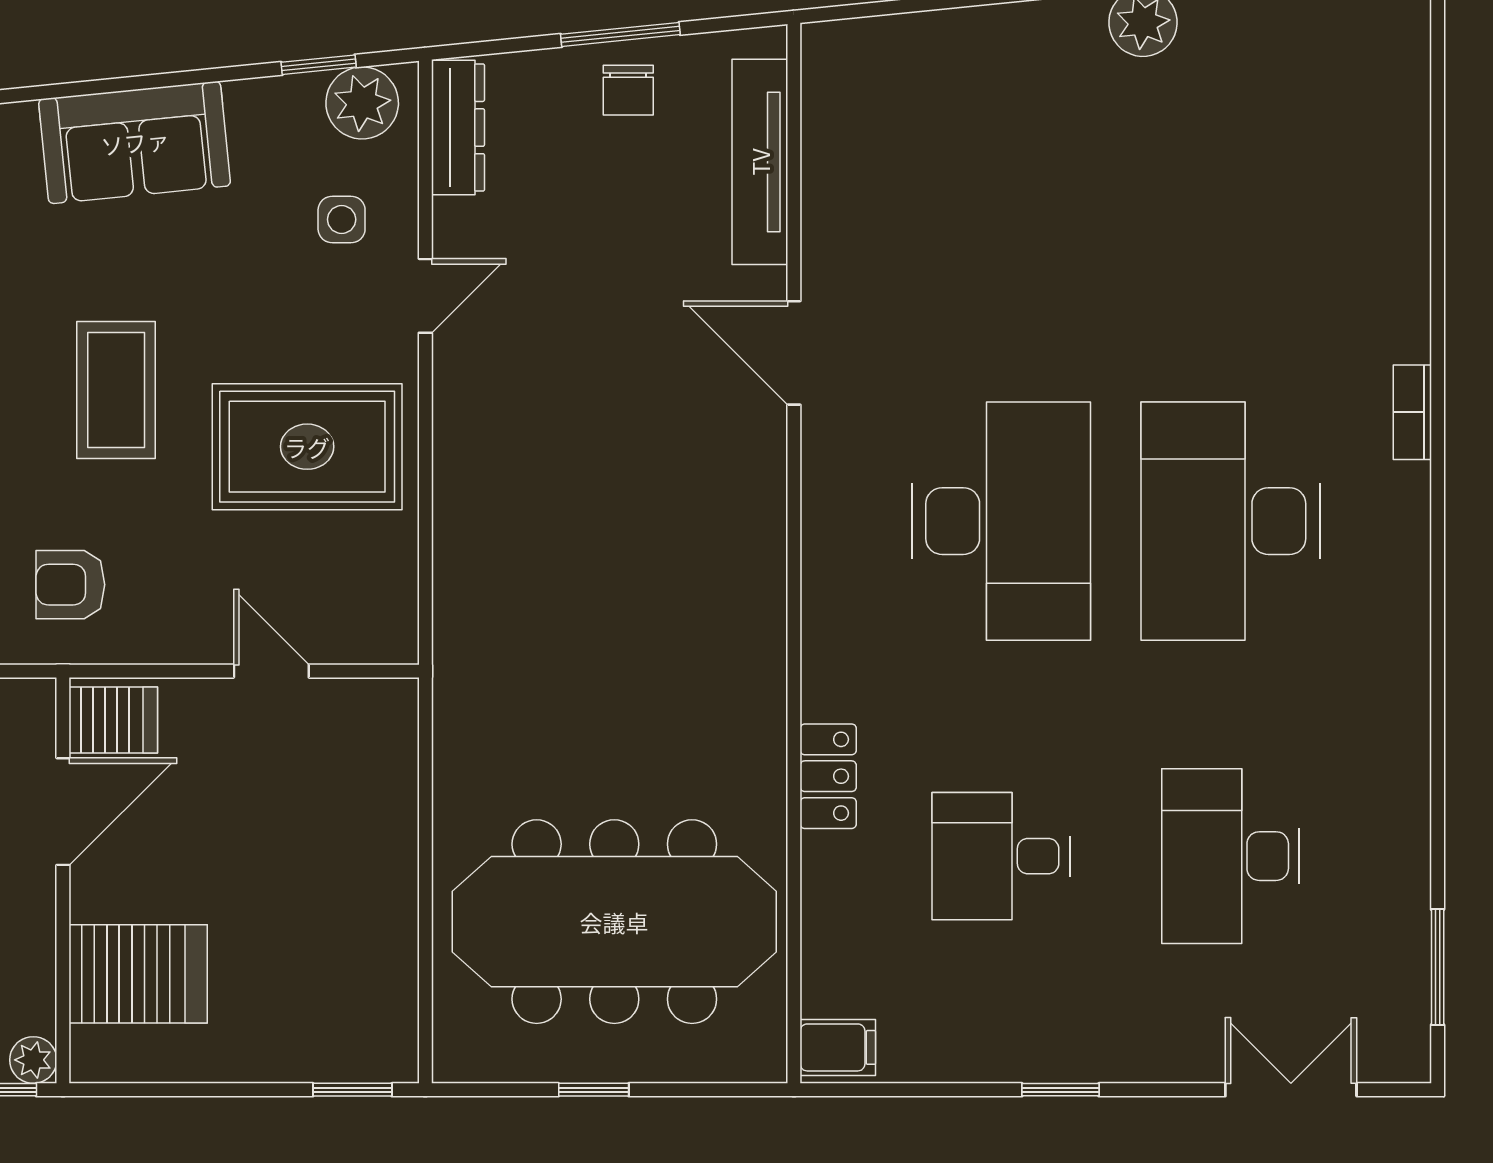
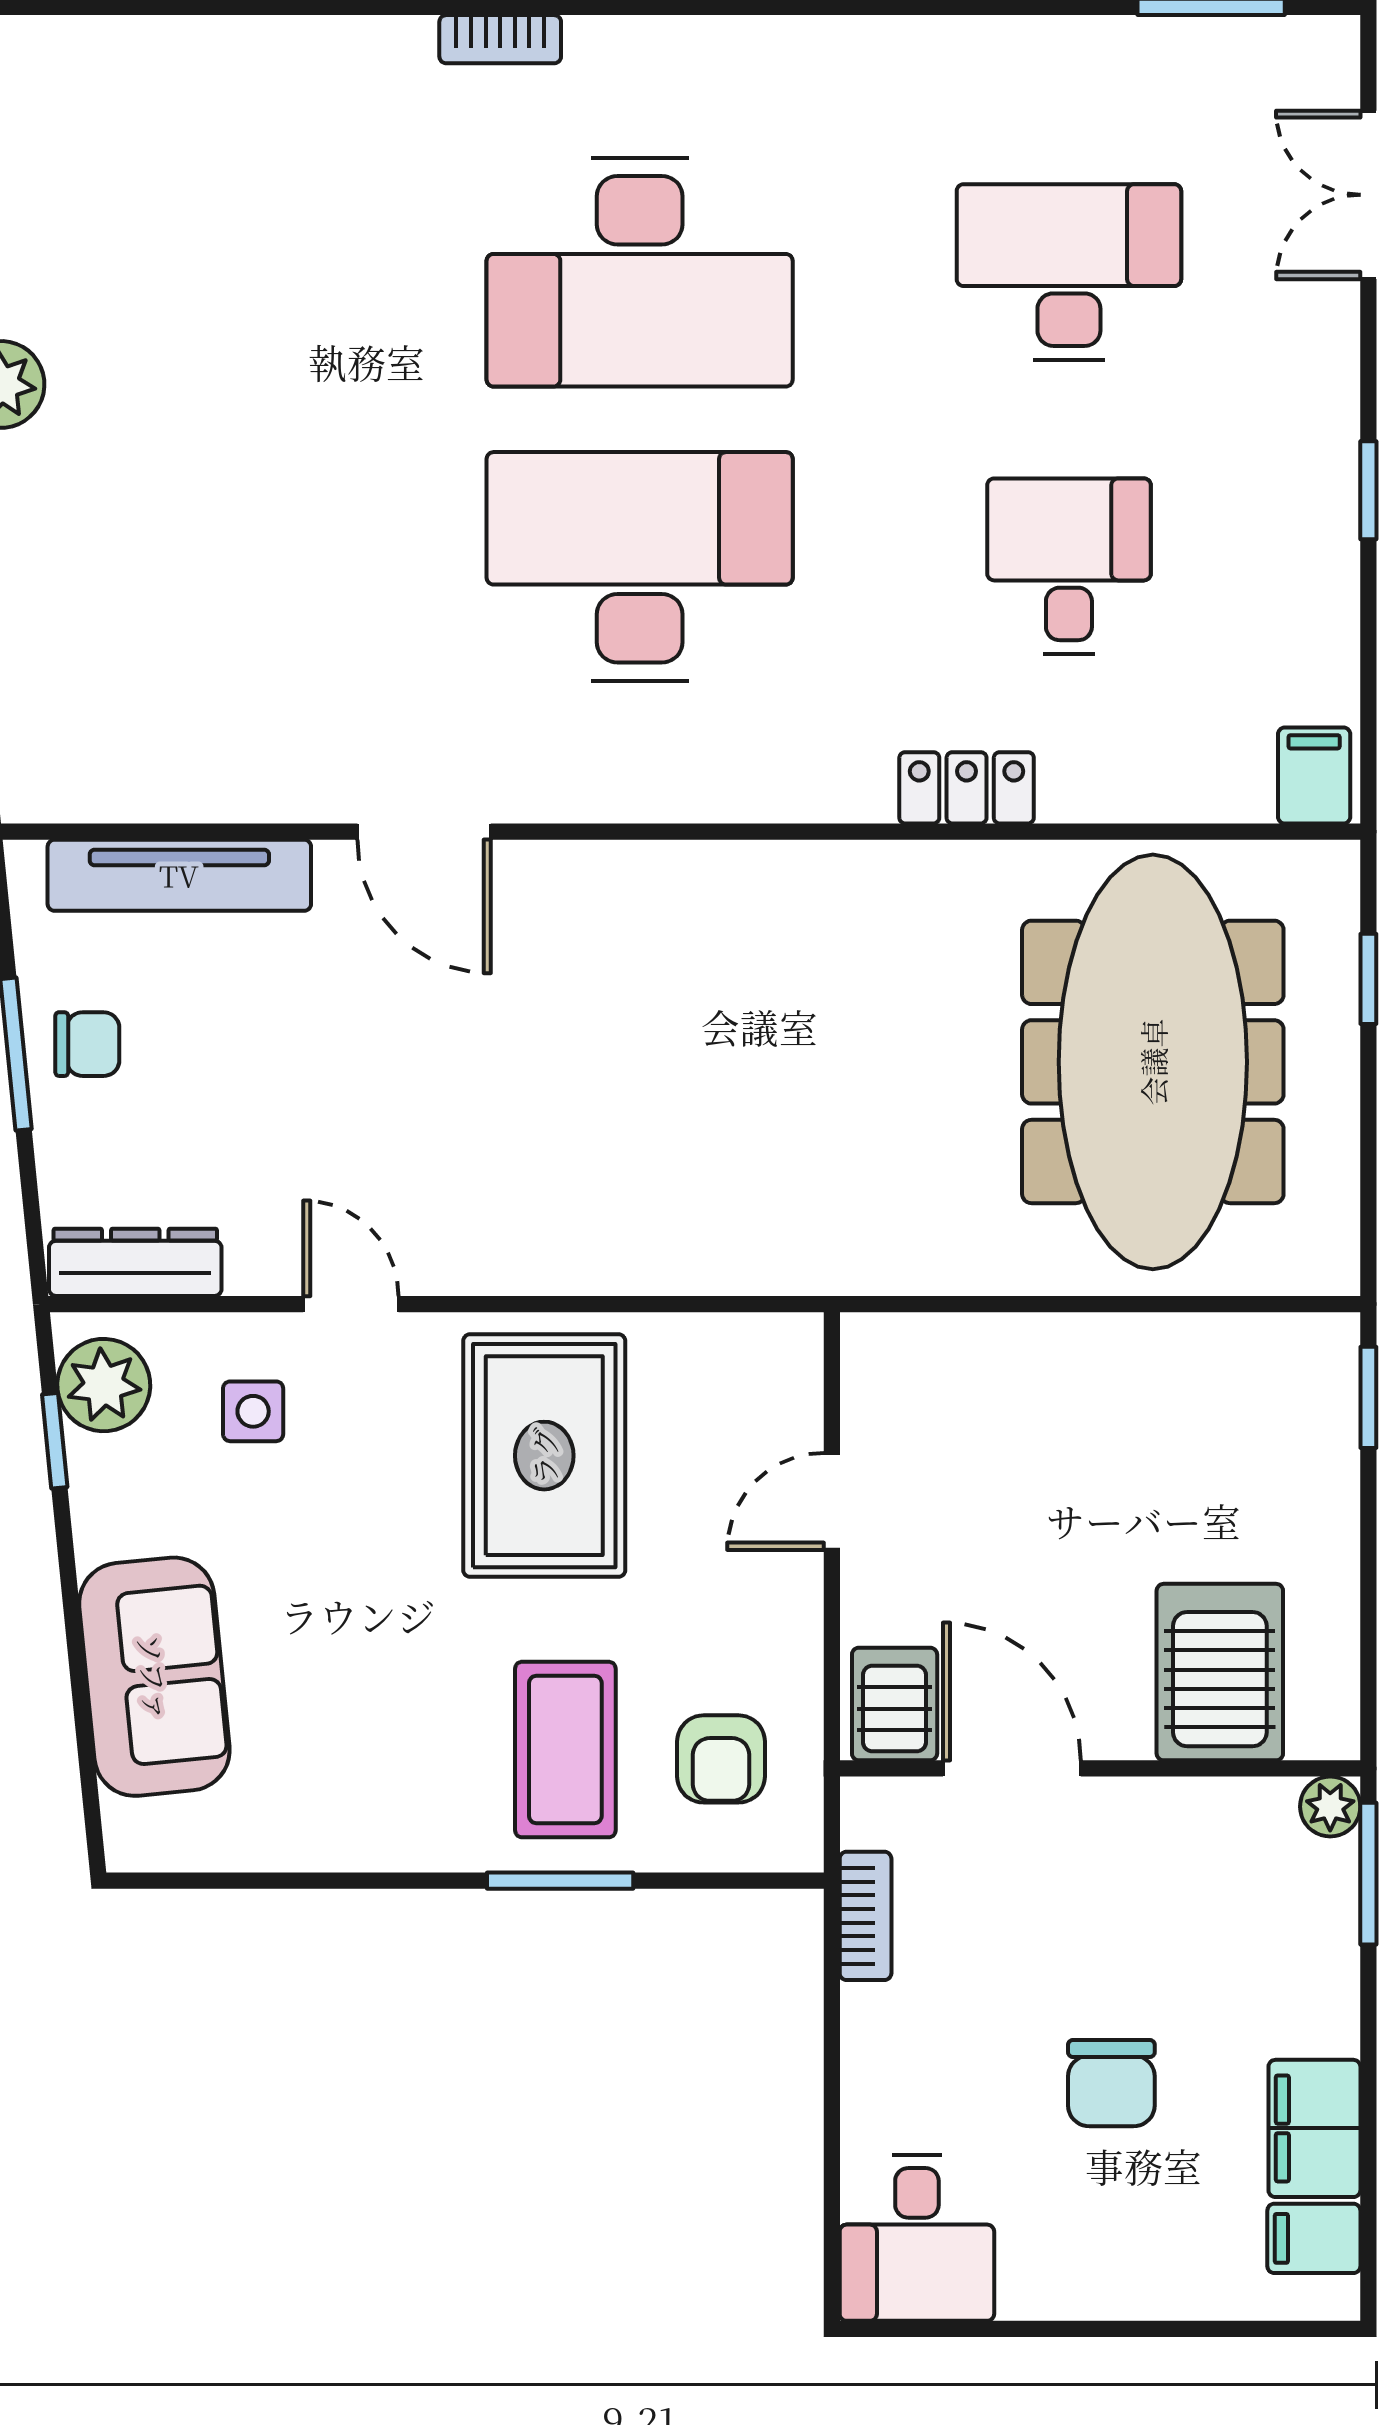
door: (794, 353) -> (424, 832), hinge flipped
coffee table: (116, 390) -> (565, 1750), moved, turned 90
desk: (1001, 856) -> (1069, 566), turned 180
desk: (1231, 856) -> (1069, 272), turned 180
window: (594, 1090) -> (1368, 979), moved

